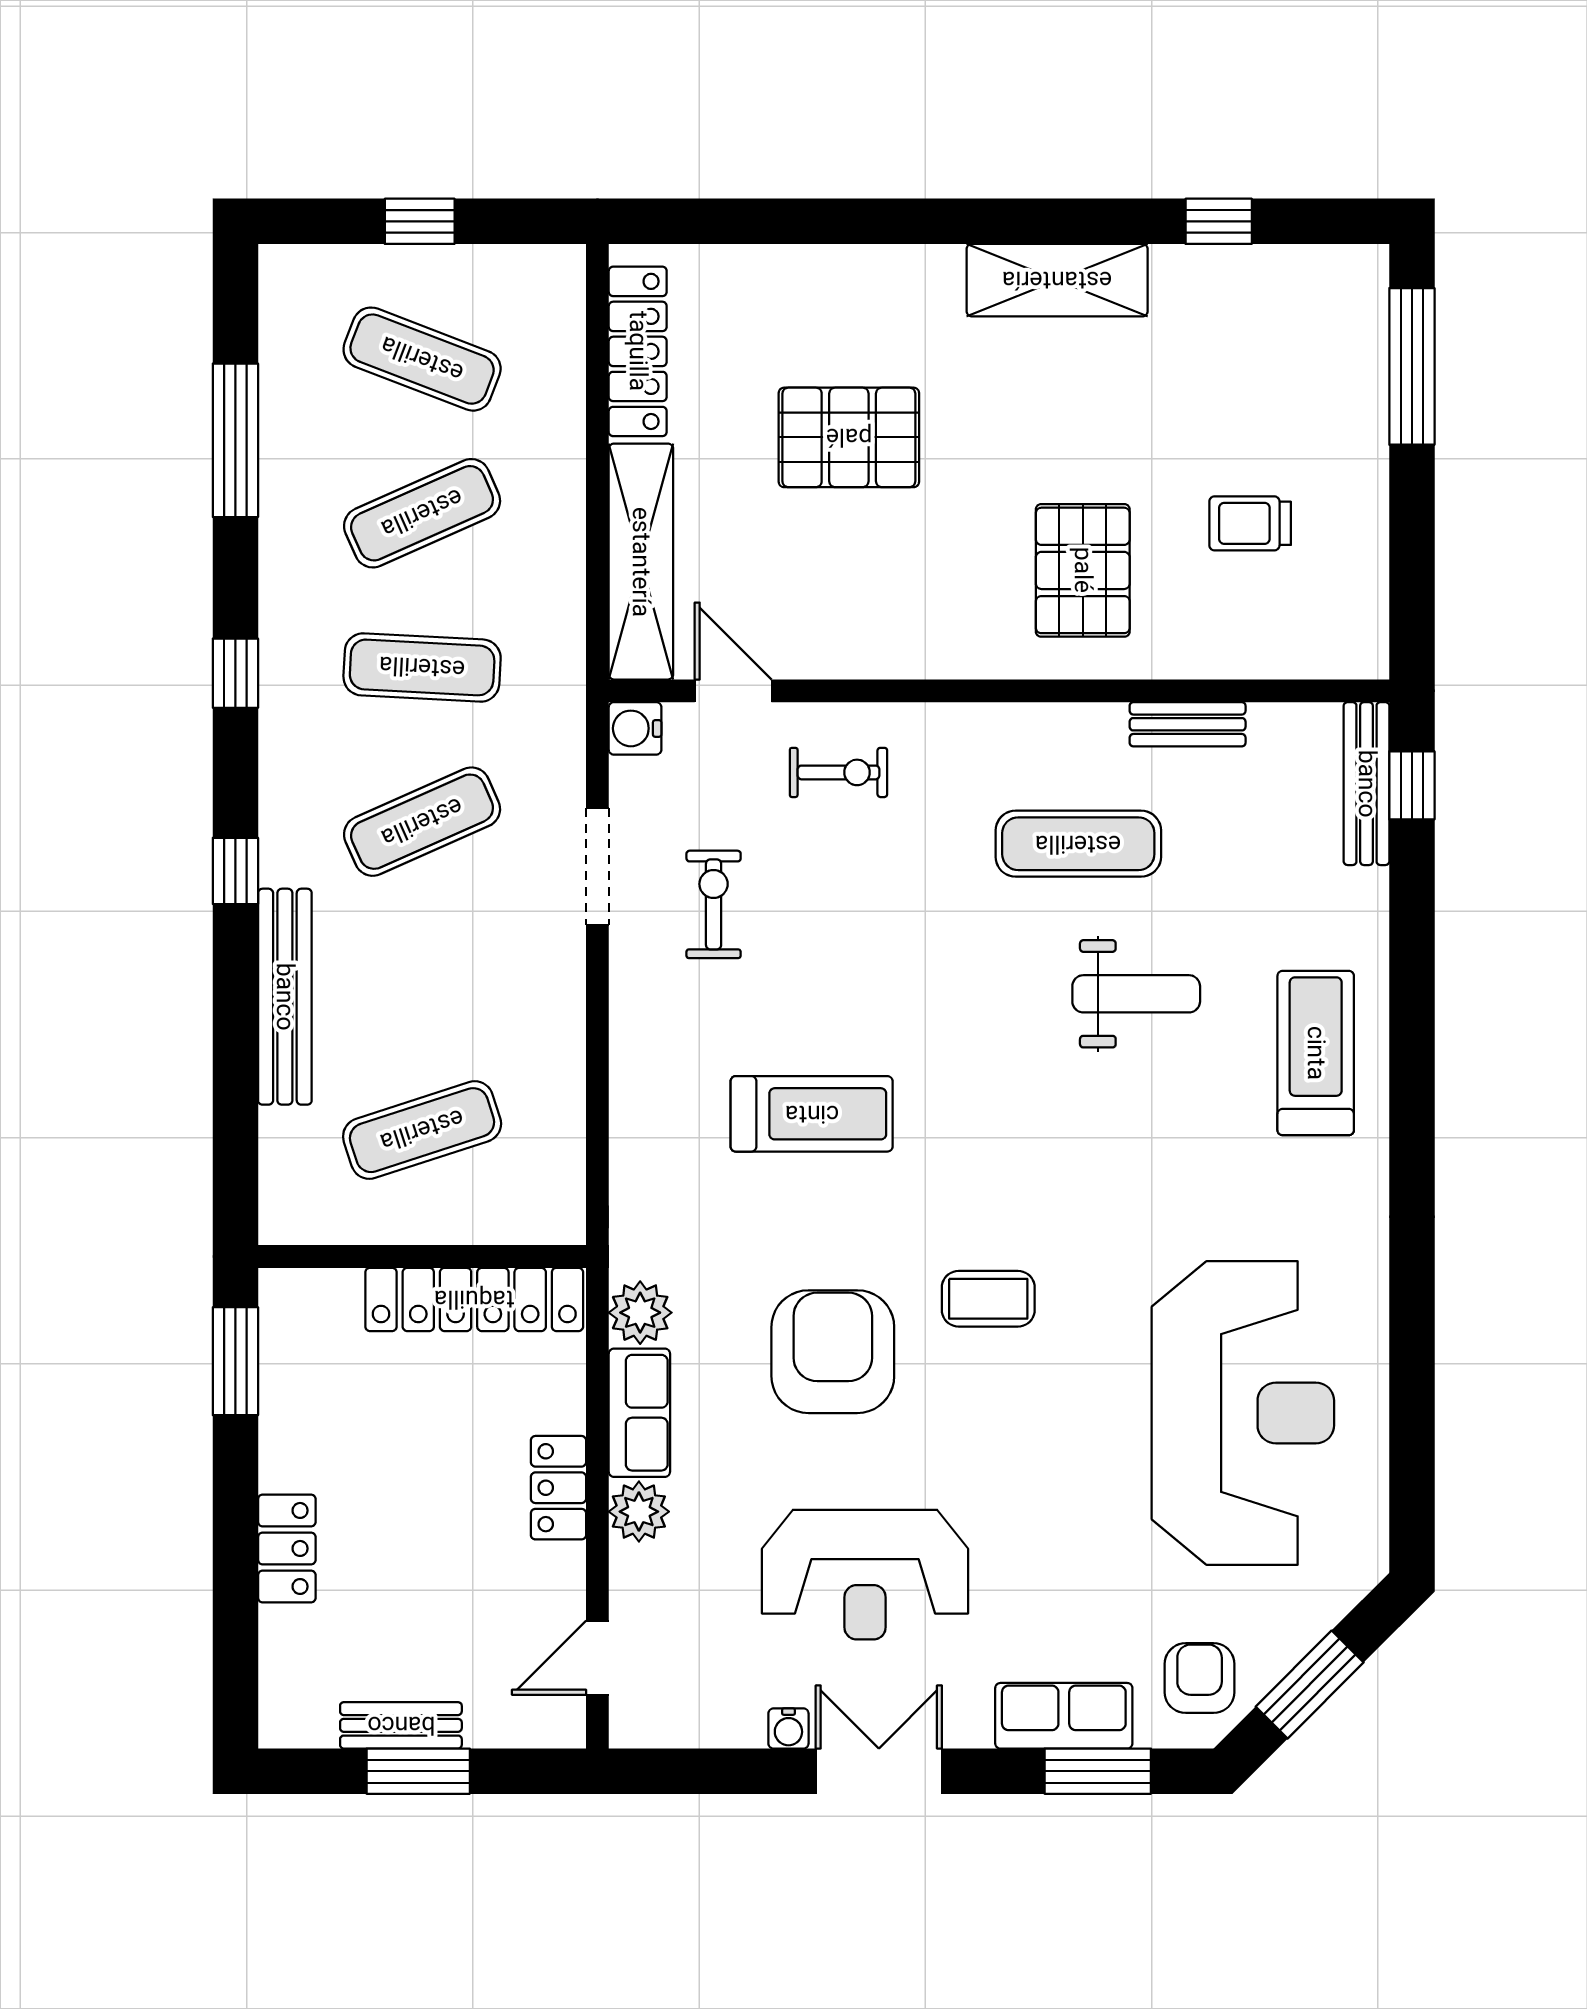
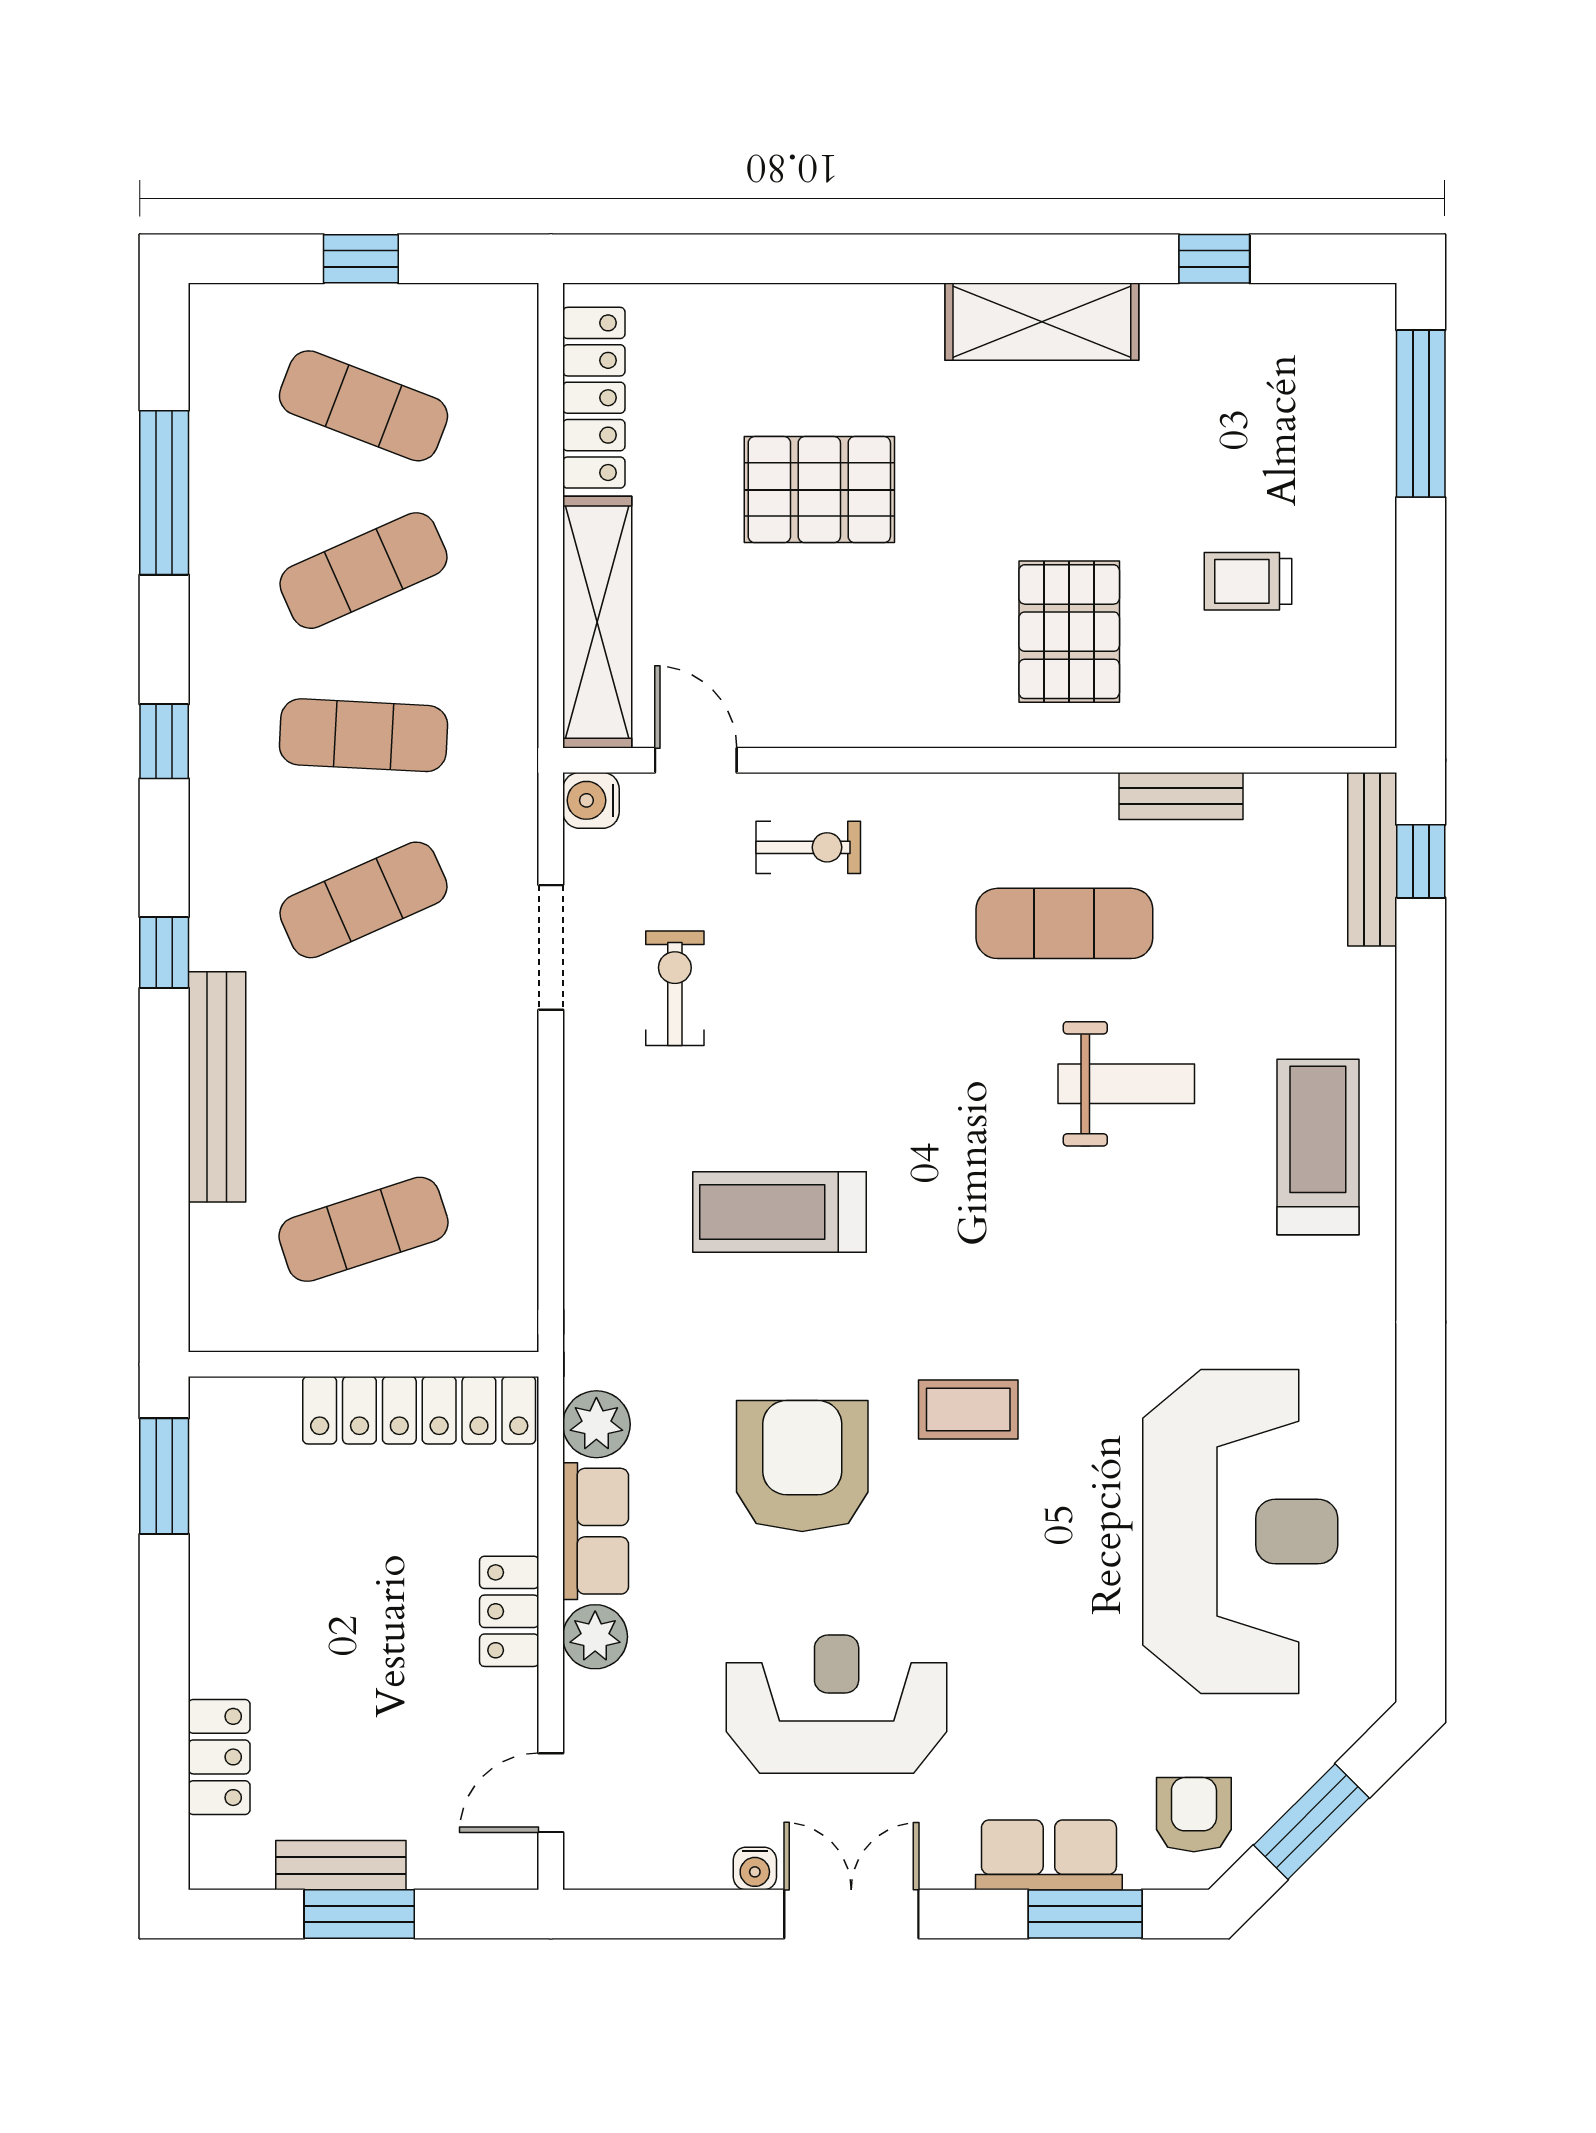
treadmill: (812, 1114) -> (780, 1212), turned 180
locker: (287, 1548) -> (219, 1757), moved
reception desk: (865, 1575) -> (837, 1704), turned 180

